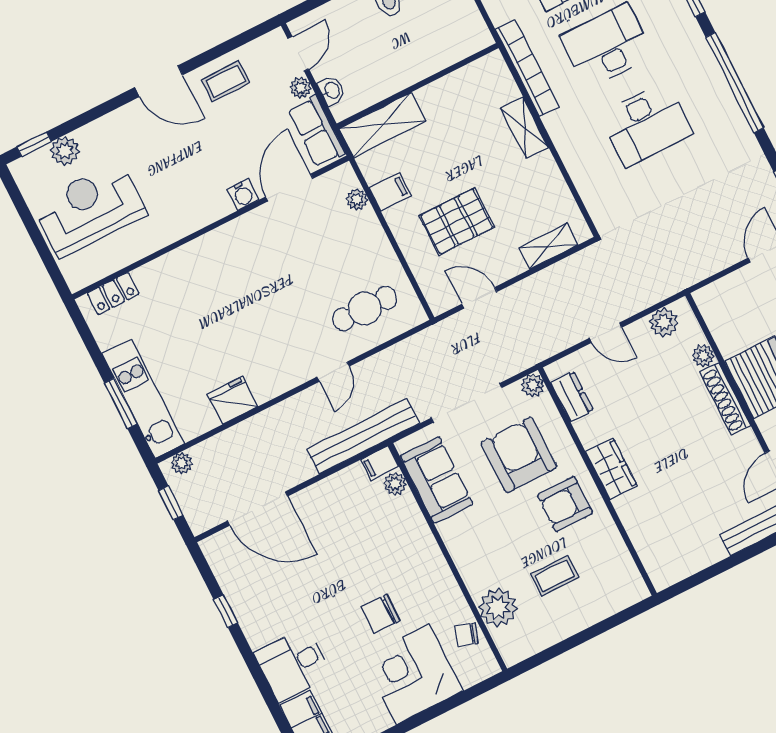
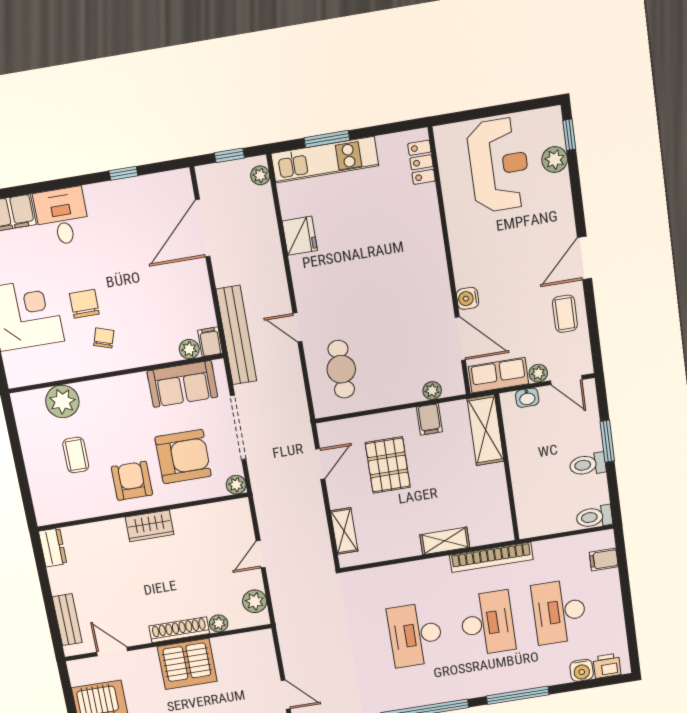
dresser: (572, 397) -> (53, 547), moved, turned -90
chair: (466, 635) -> (104, 338), moved

